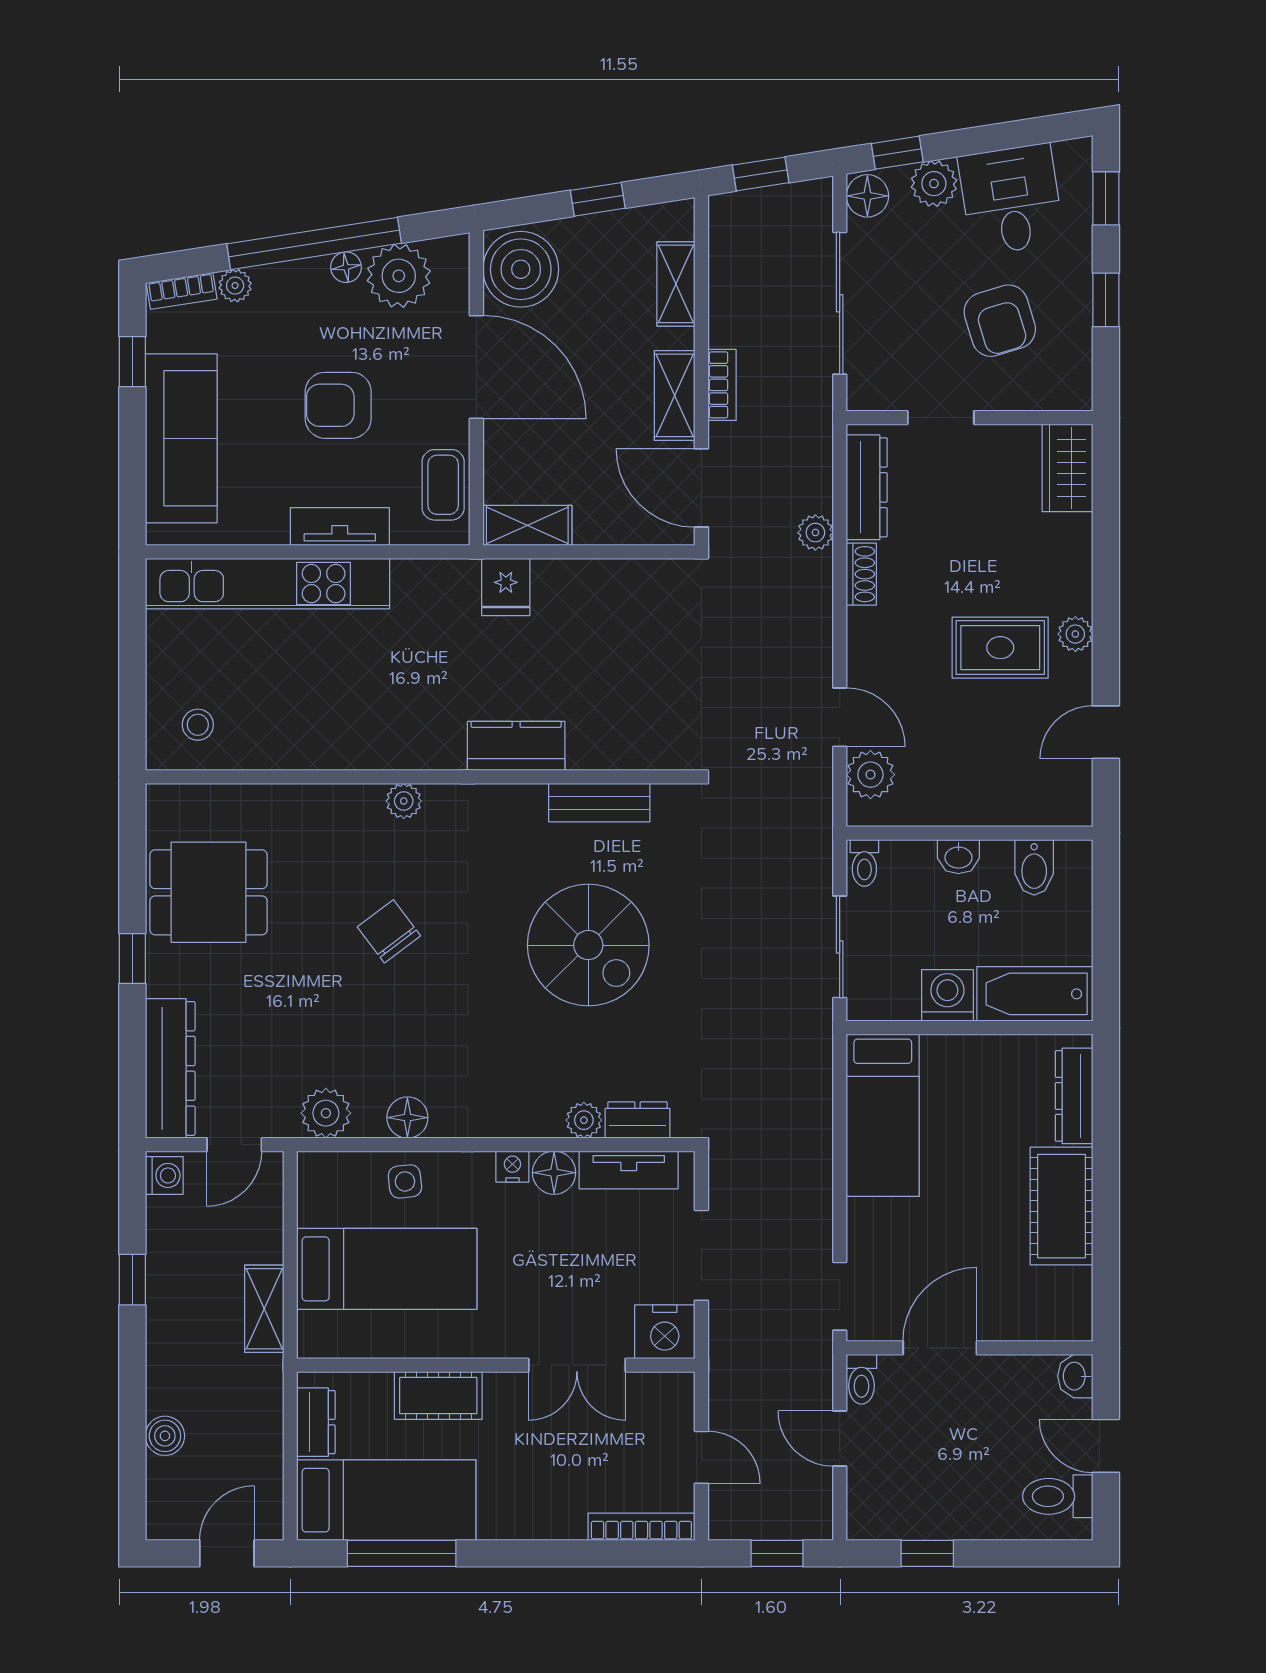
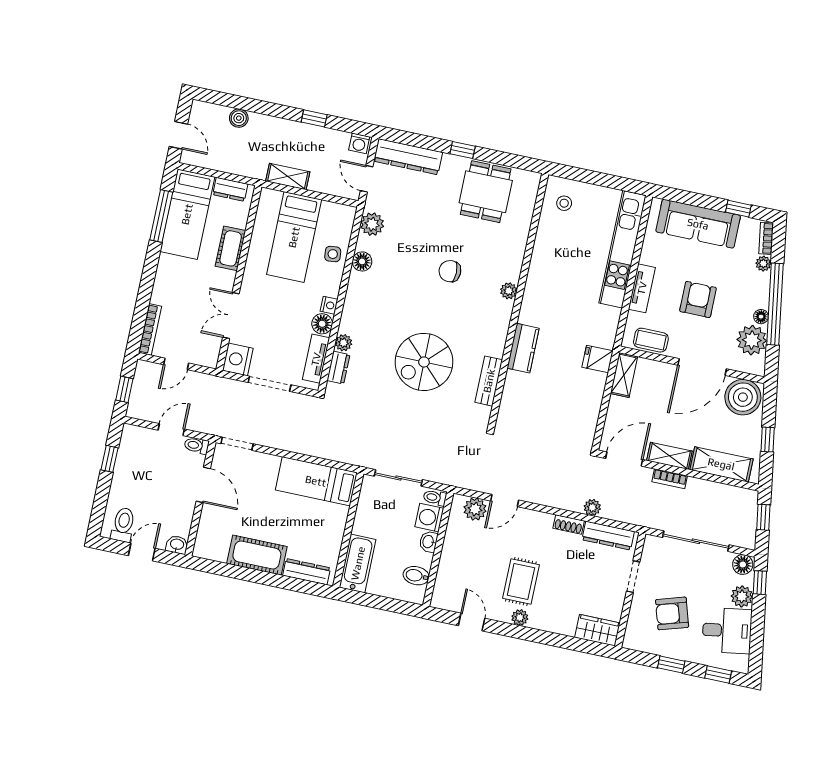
shelving: (676, 284) -> (721, 464), width x1.50, depth x1.33
chair: (389, 931) -> (450, 271), turned -143
washing machine: (947, 995) -> (429, 518), moved, turned 180

